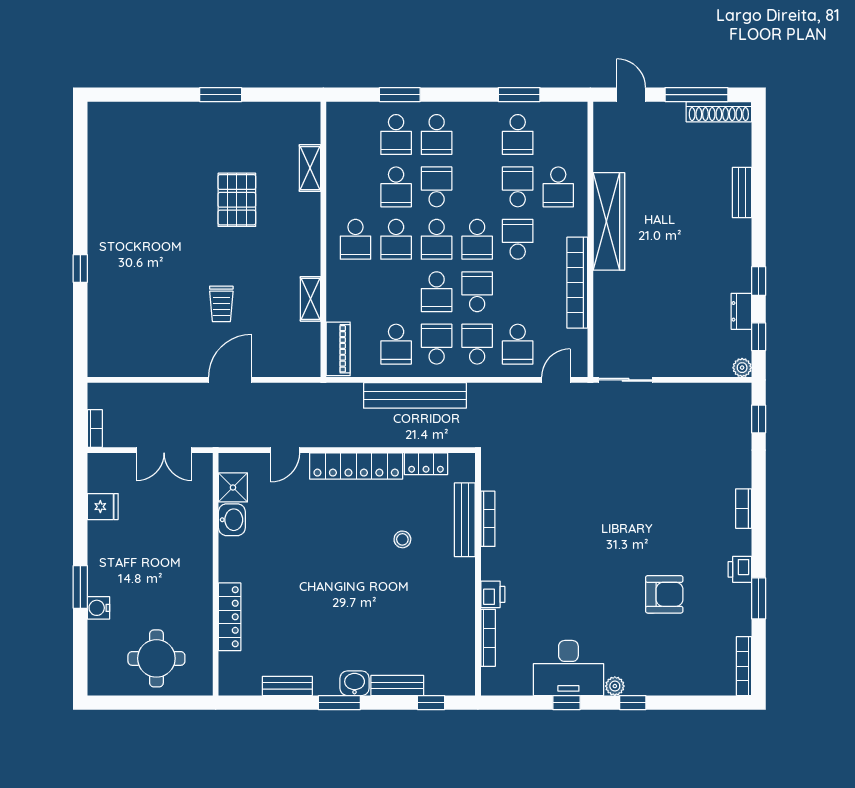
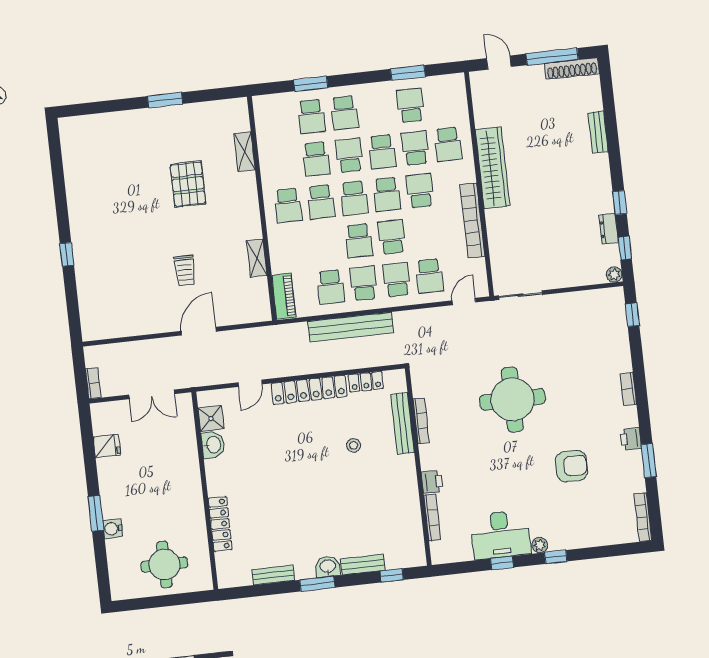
school desk: (518, 134) -> (410, 105), turned 180
school desk: (477, 187) -> (382, 152), added
round table: (601, 505) -> (512, 399), added

